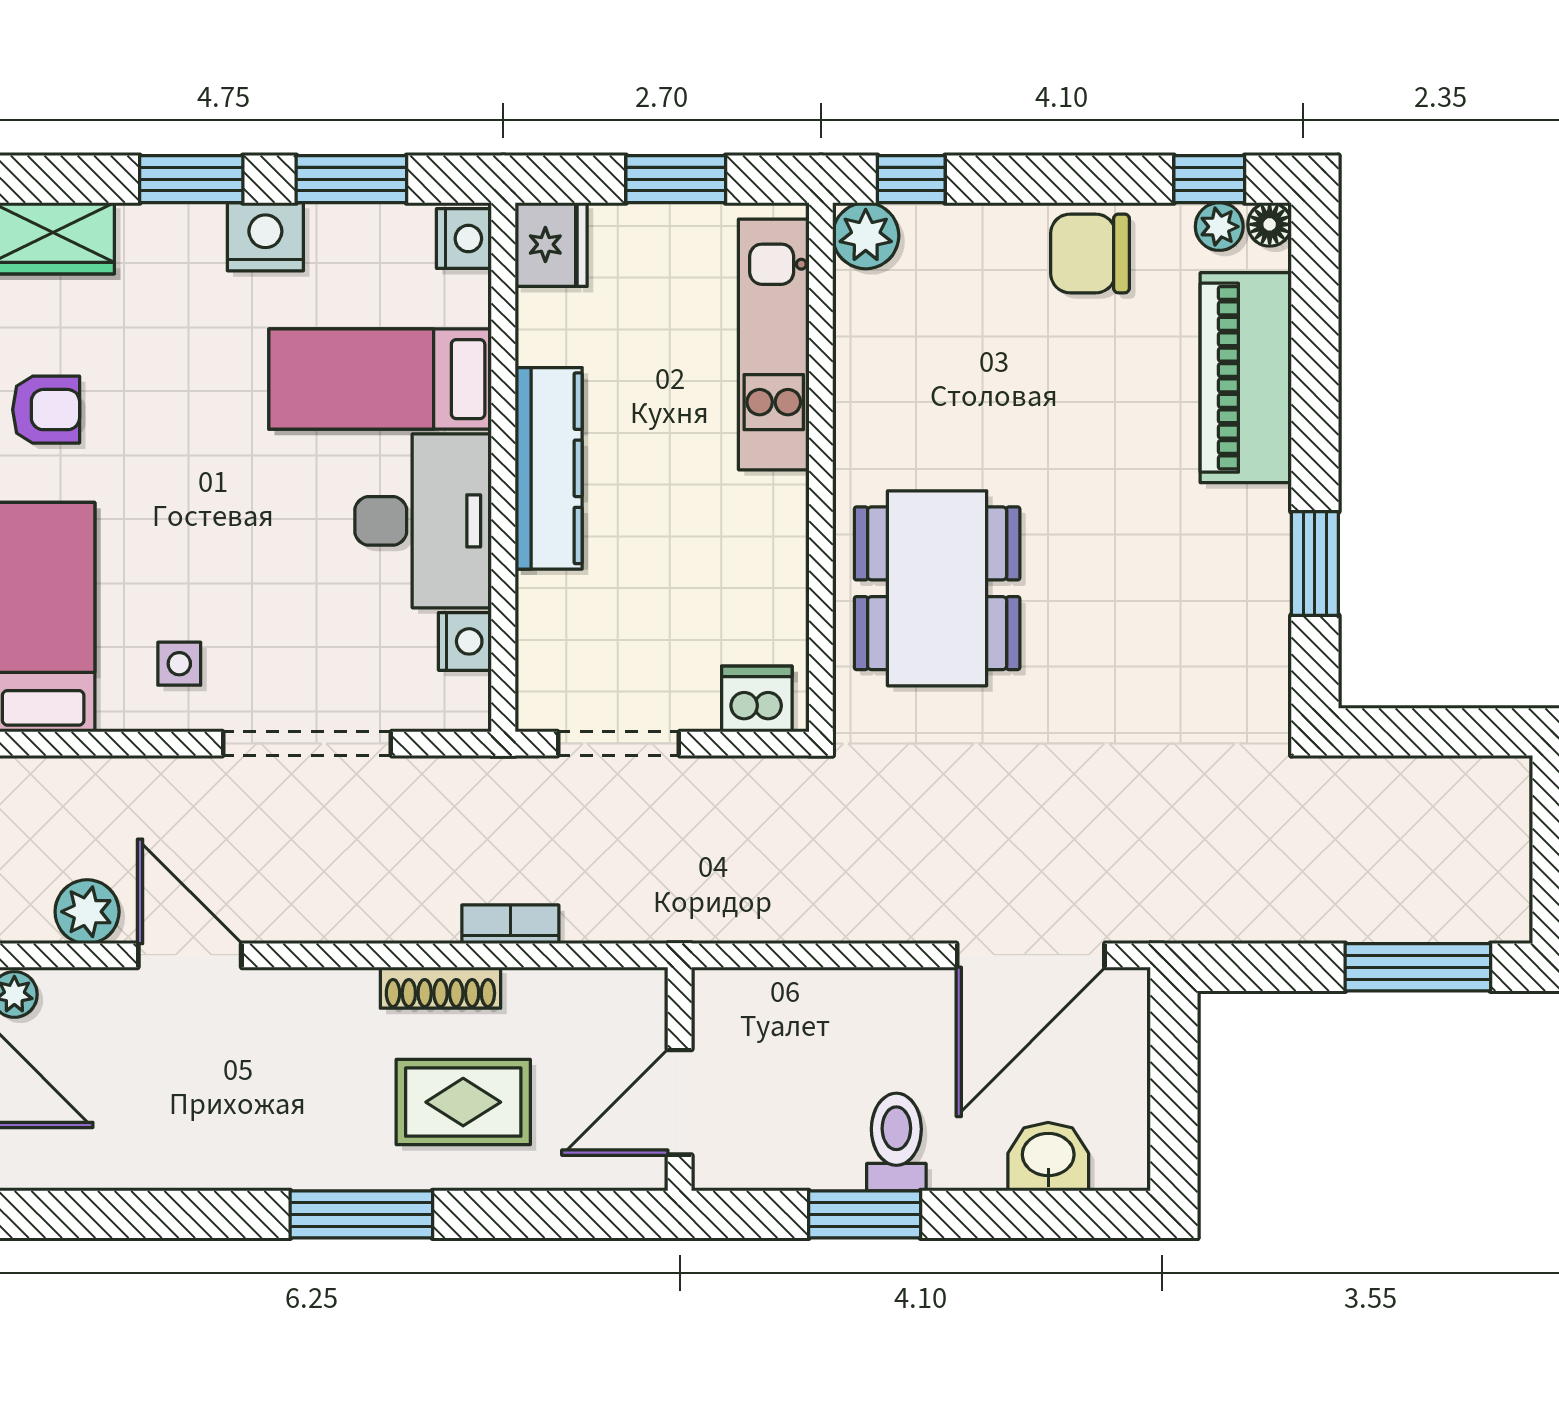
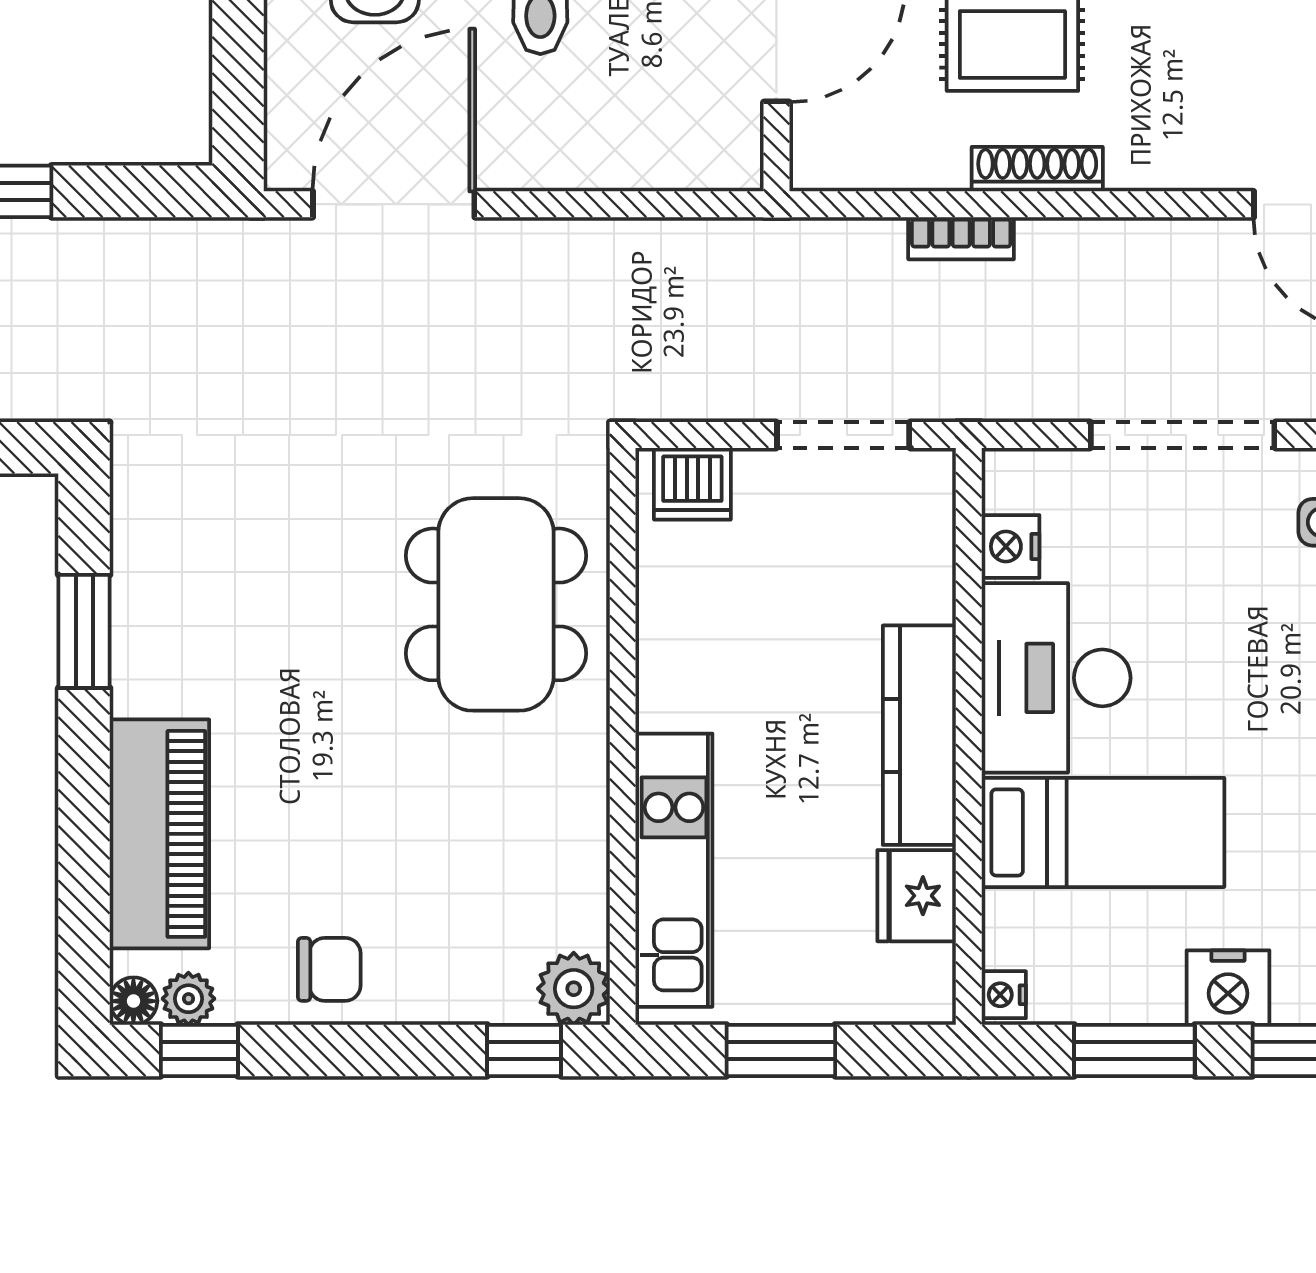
nightstand: (464, 239) -> (1004, 995), width x0.72, depth x0.74
fridge: (551, 244) -> (917, 896), moved
chair: (1090, 253) -> (329, 969), width x0.73, depth x0.73

